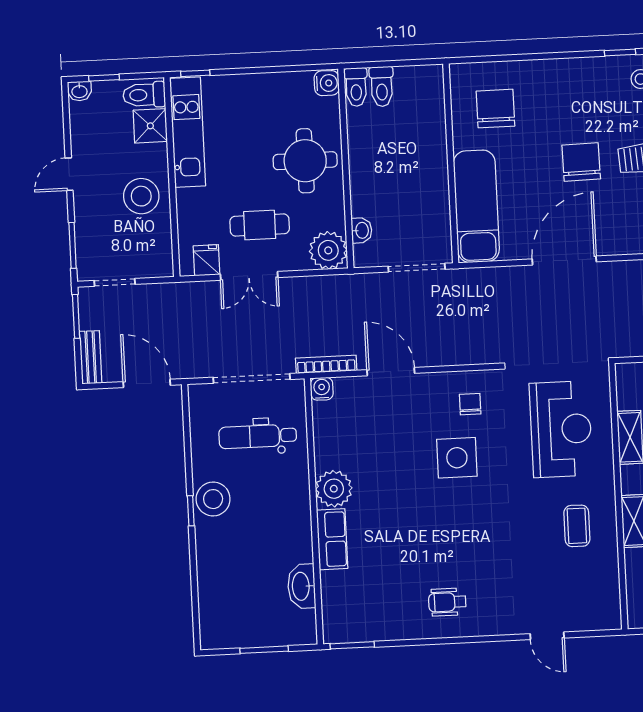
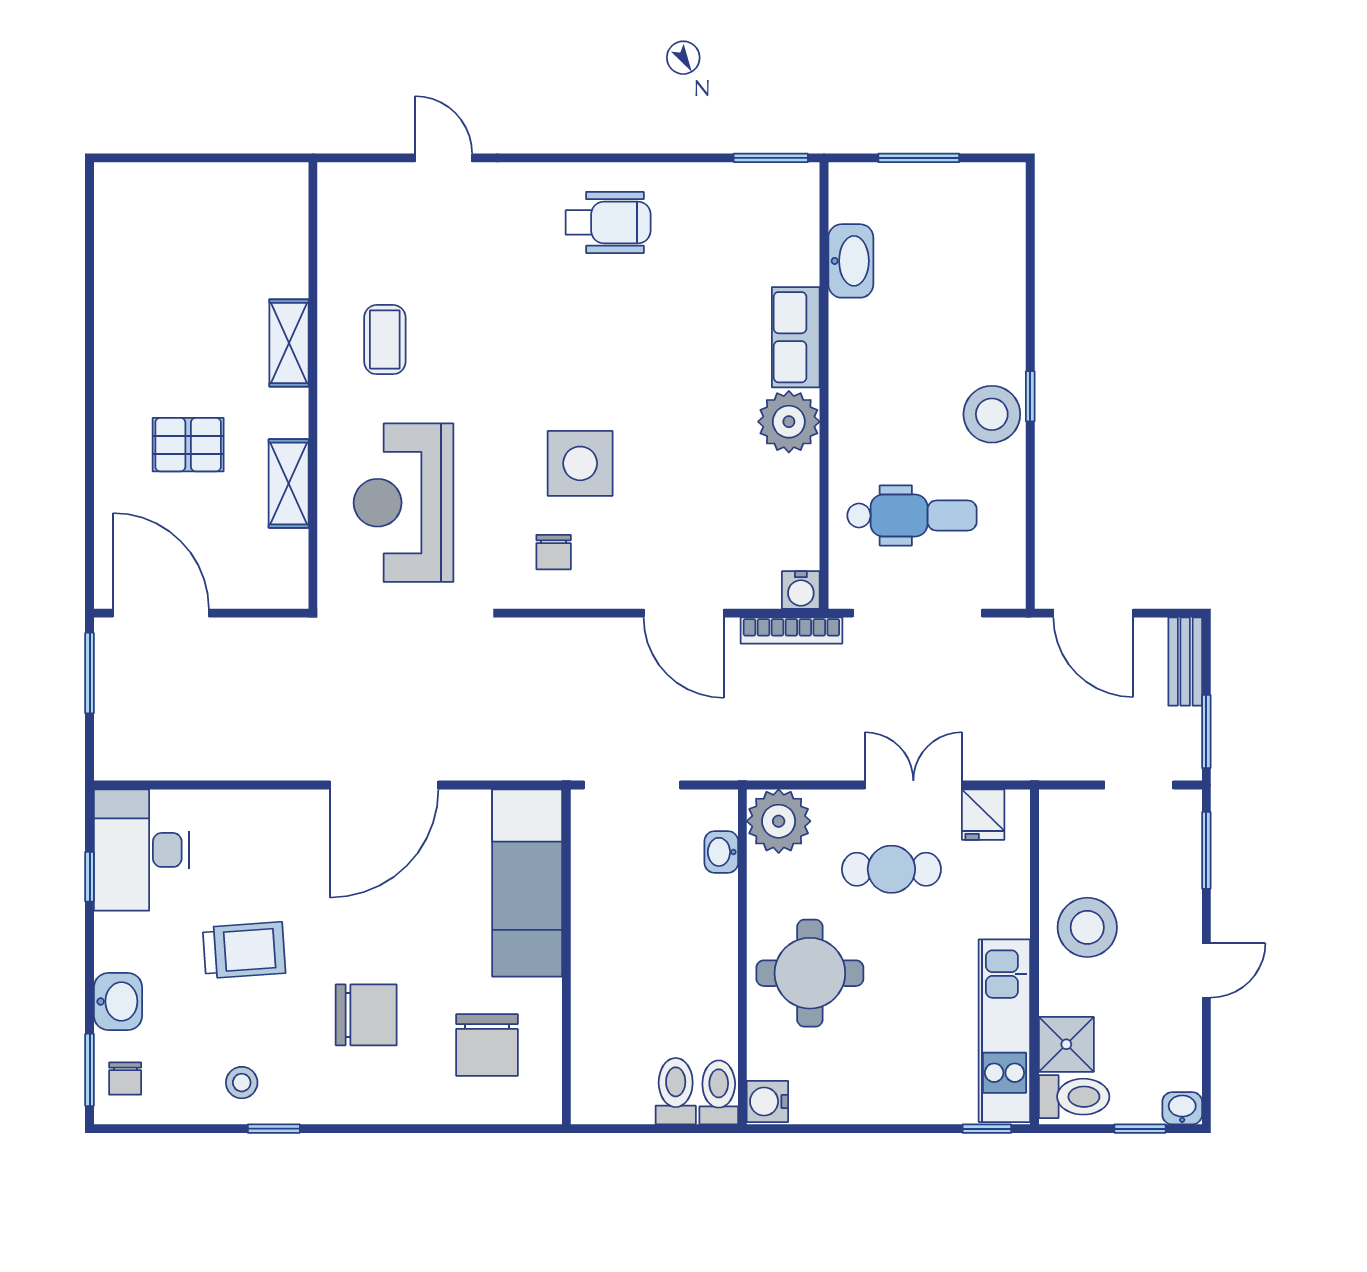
chair: (581, 162) -> (366, 1015), moved, turned -89
wheelchair: (447, 602) -> (608, 222), width x1.36, depth x1.37

